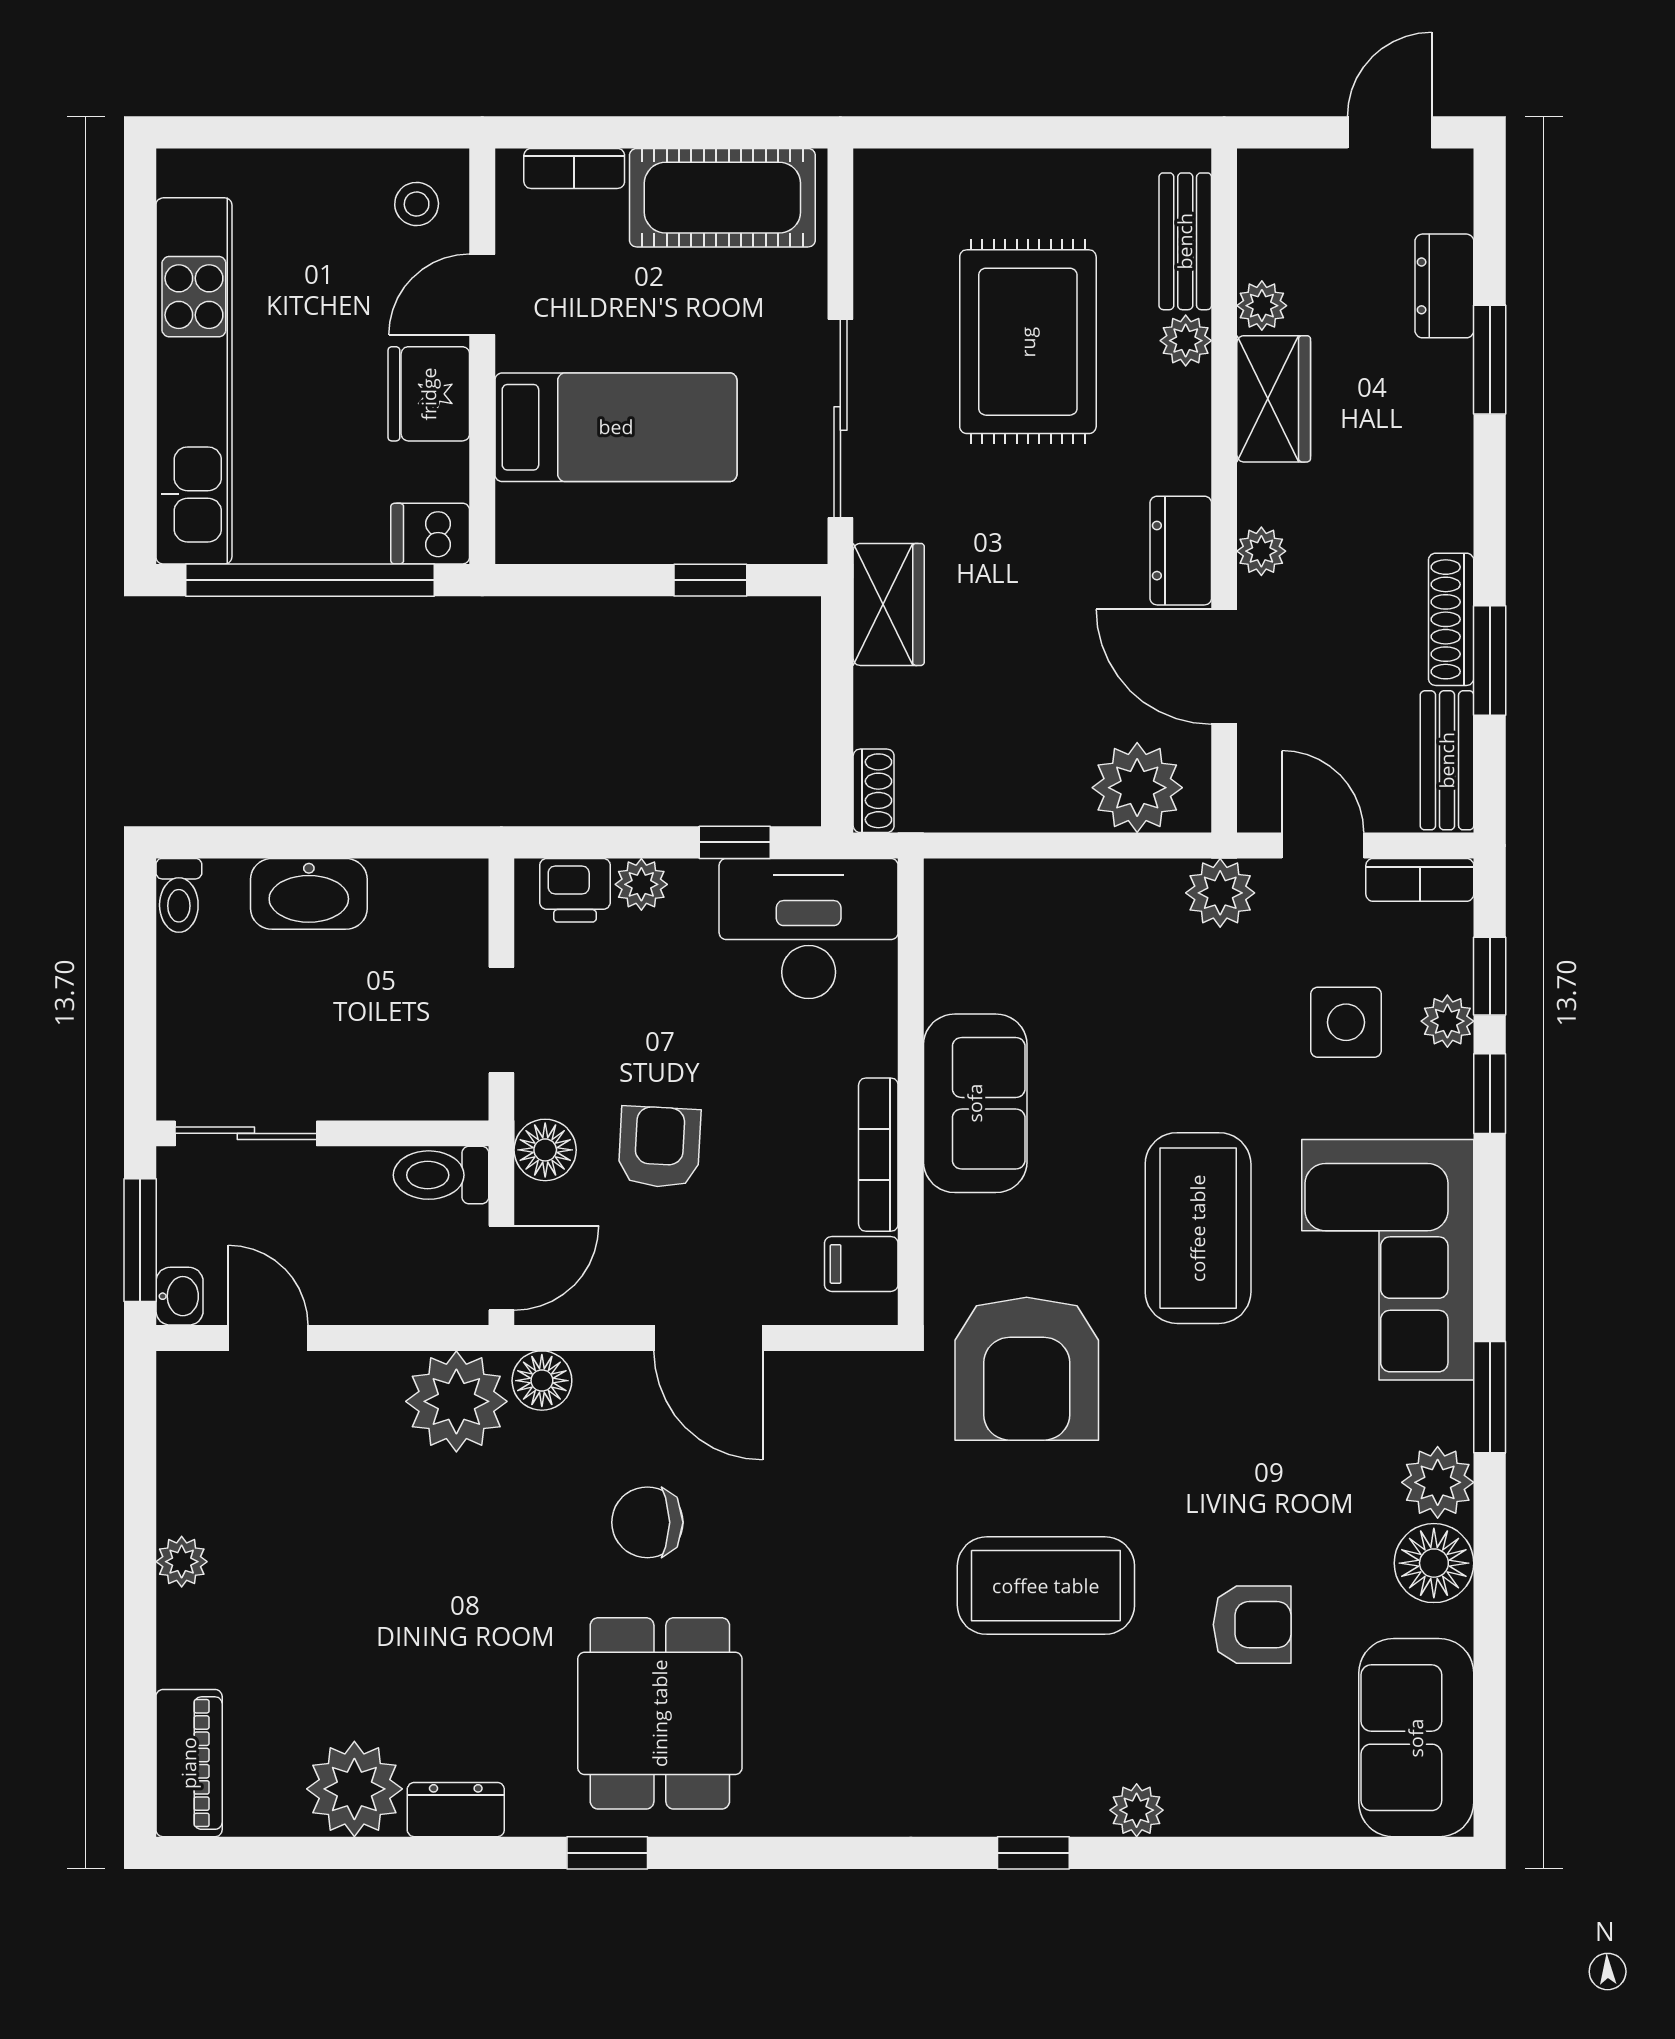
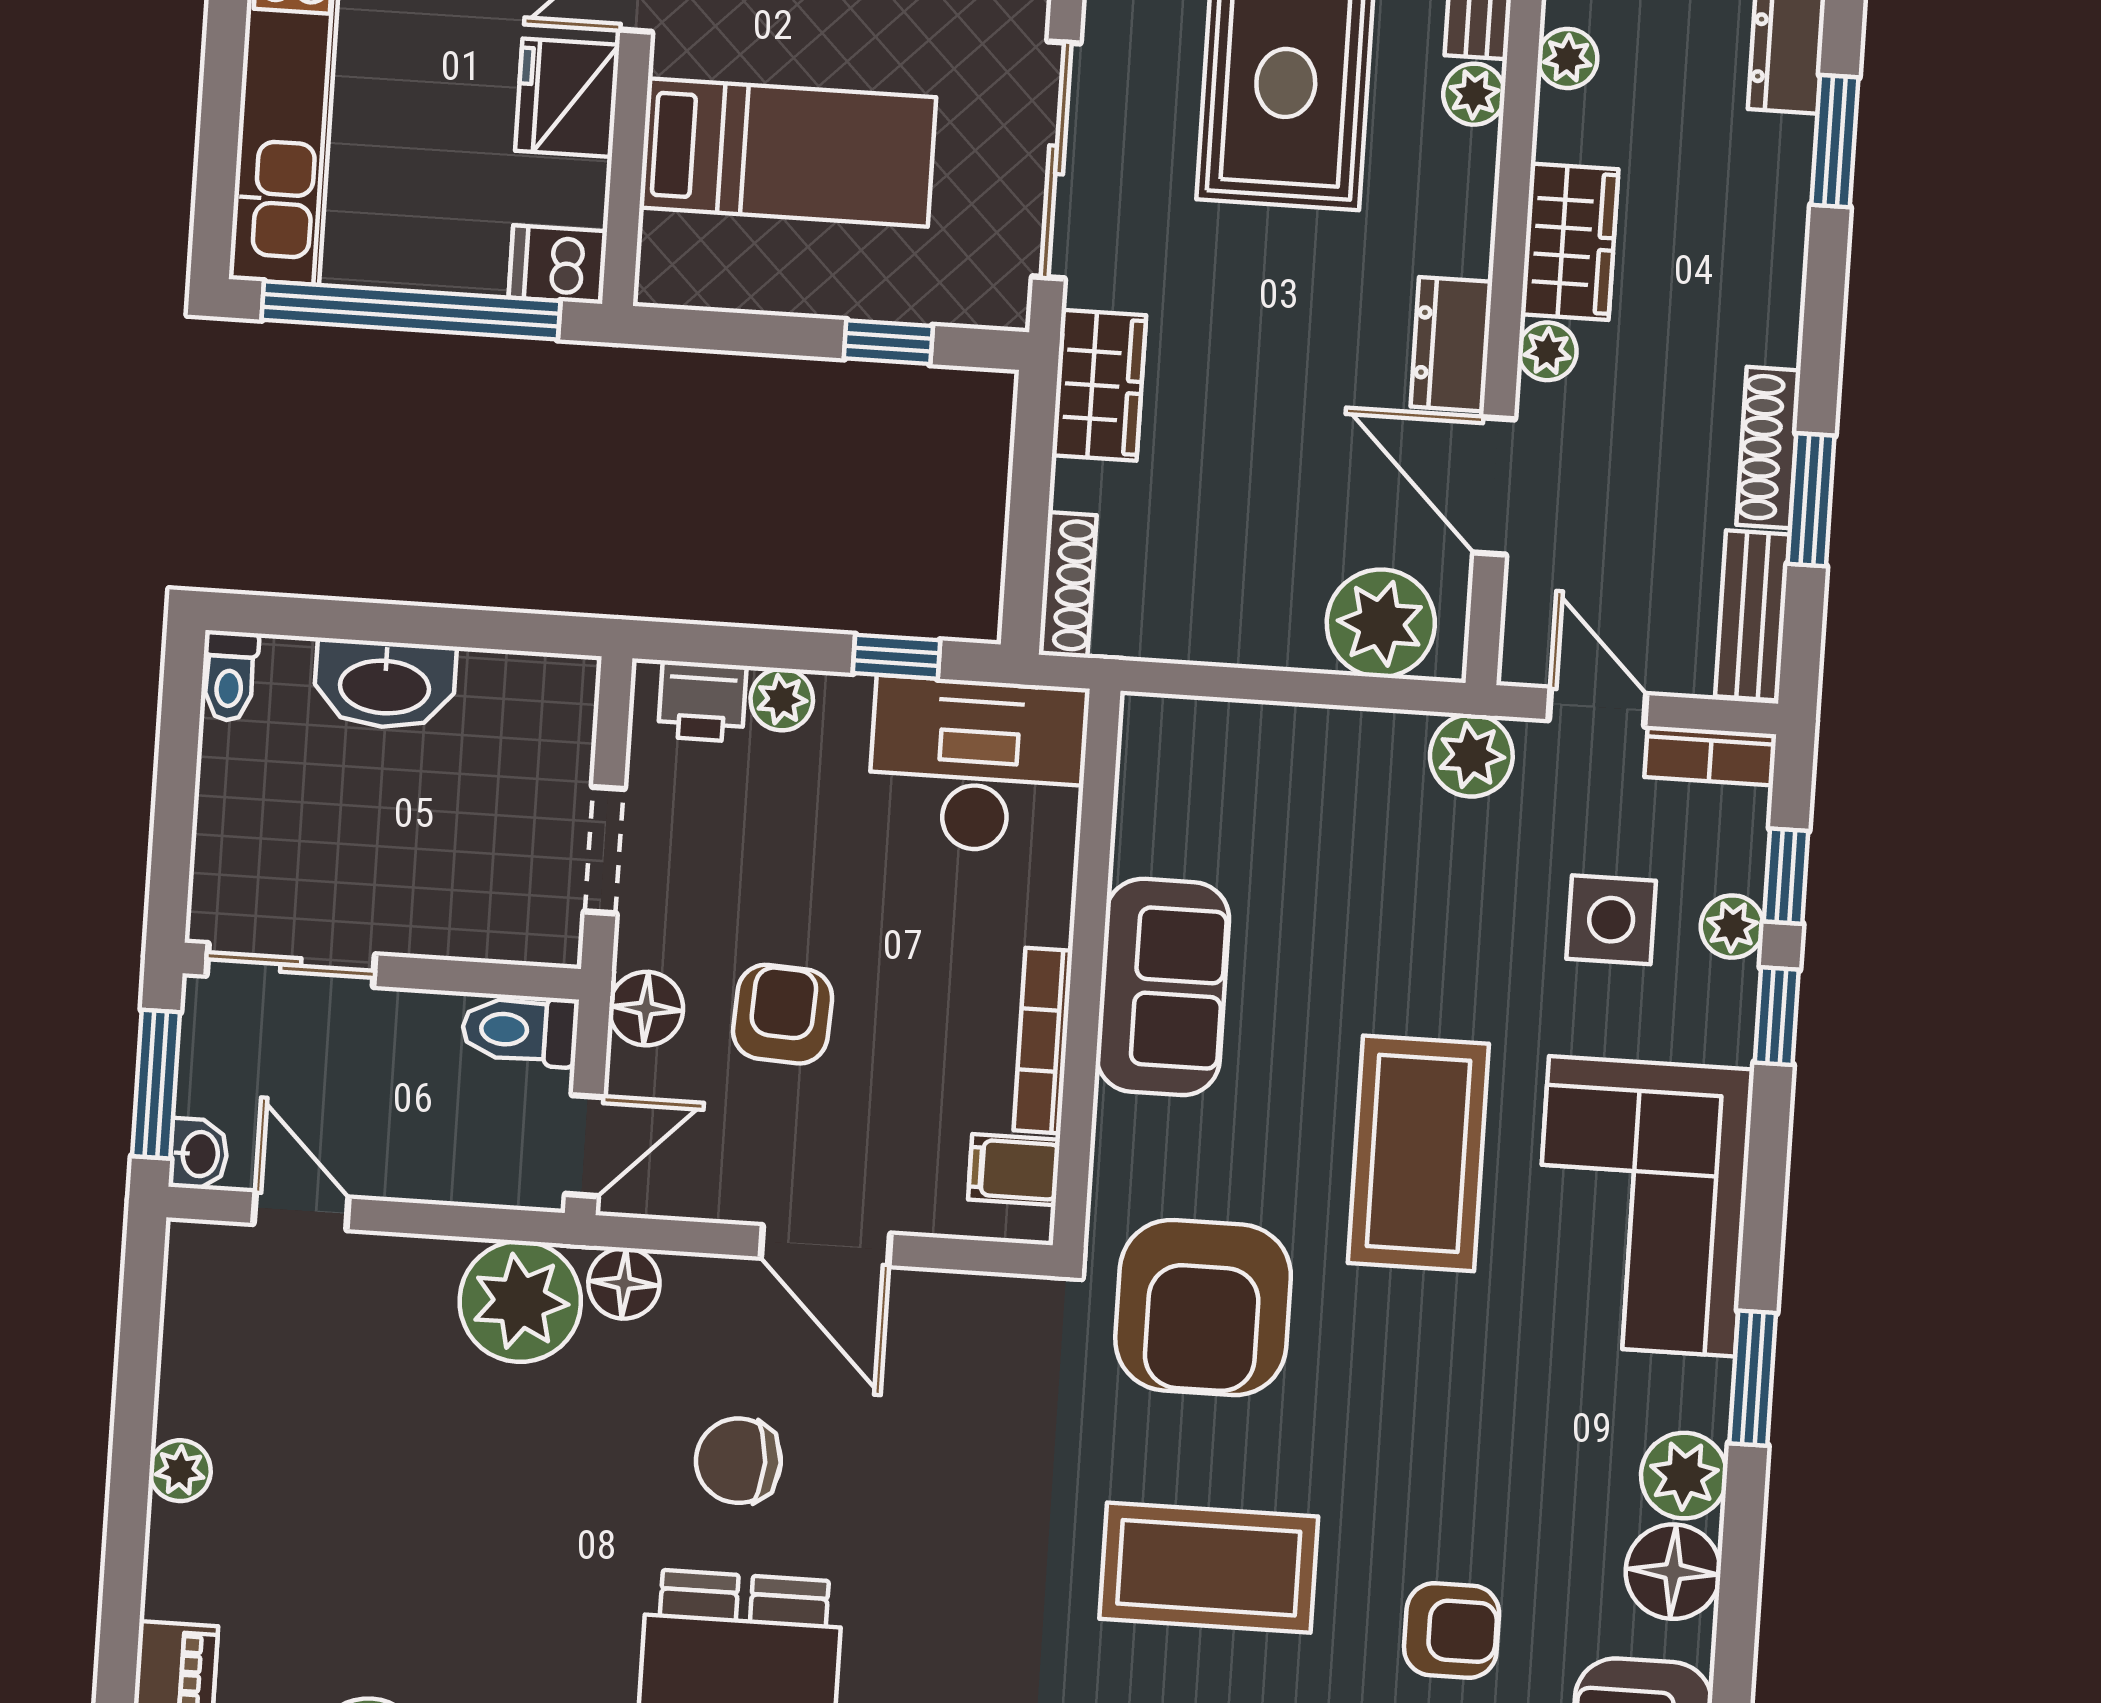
wardrobe: (1274, 399) -> (1570, 242), moved
shoe rack: (874, 791) -> (1068, 585), width x1.43

